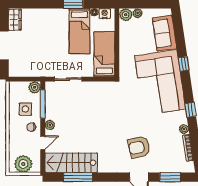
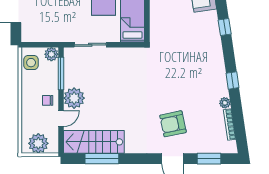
corner sofa: (160, 82) -> (197, 49), removed
side table: (25, 109) -> (31, 63), moved
plant: (50, 125) -> (74, 98), width x1.87, depth x1.87

